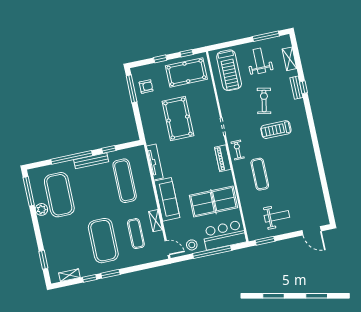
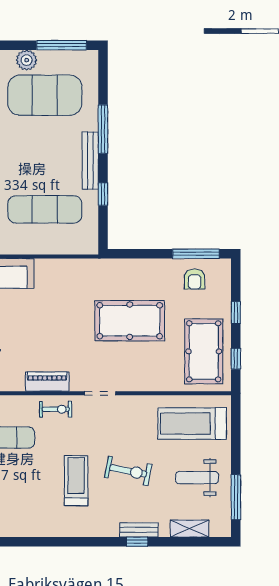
weight bench: (259, 61) -> (197, 478), turned 180
window: (72, 157) -> (103, 129), width x0.68
tv unit: (155, 162) -> (65, 267), removed

